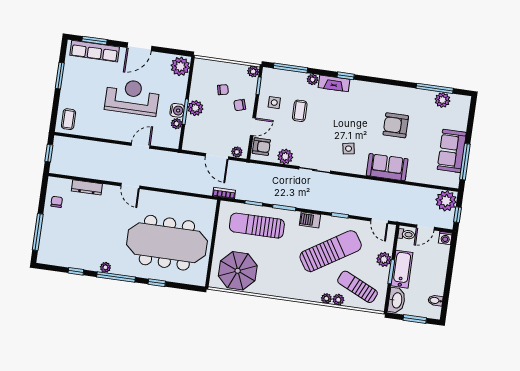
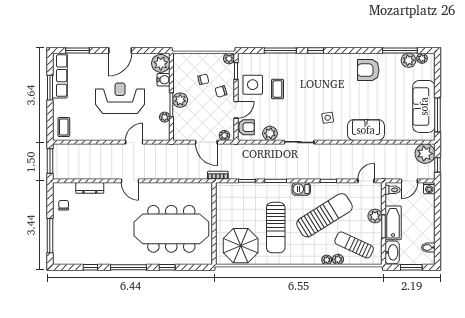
row of seats: (95, 51) -> (60, 76), moved, turned -90
window: (290, 68) -> (280, 51), moved
plant: (313, 80) -> (422, 58), moved
fireplace: (334, 83) -> (306, 59), removed
side table: (274, 103) -> (253, 85), width x1.87, depth x1.87
water cooler: (177, 110) -> (163, 80), moved
armchair: (396, 125) -> (368, 70), moved
sofa: (452, 151) -> (424, 106), width x1.36
window: (49, 153) -> (50, 161), width x1.50
door: (380, 221) -> (366, 181), swing flipped
sun lounger: (257, 226) -> (276, 228), moved, turned -90
plant: (105, 267) -> (117, 260), removed

